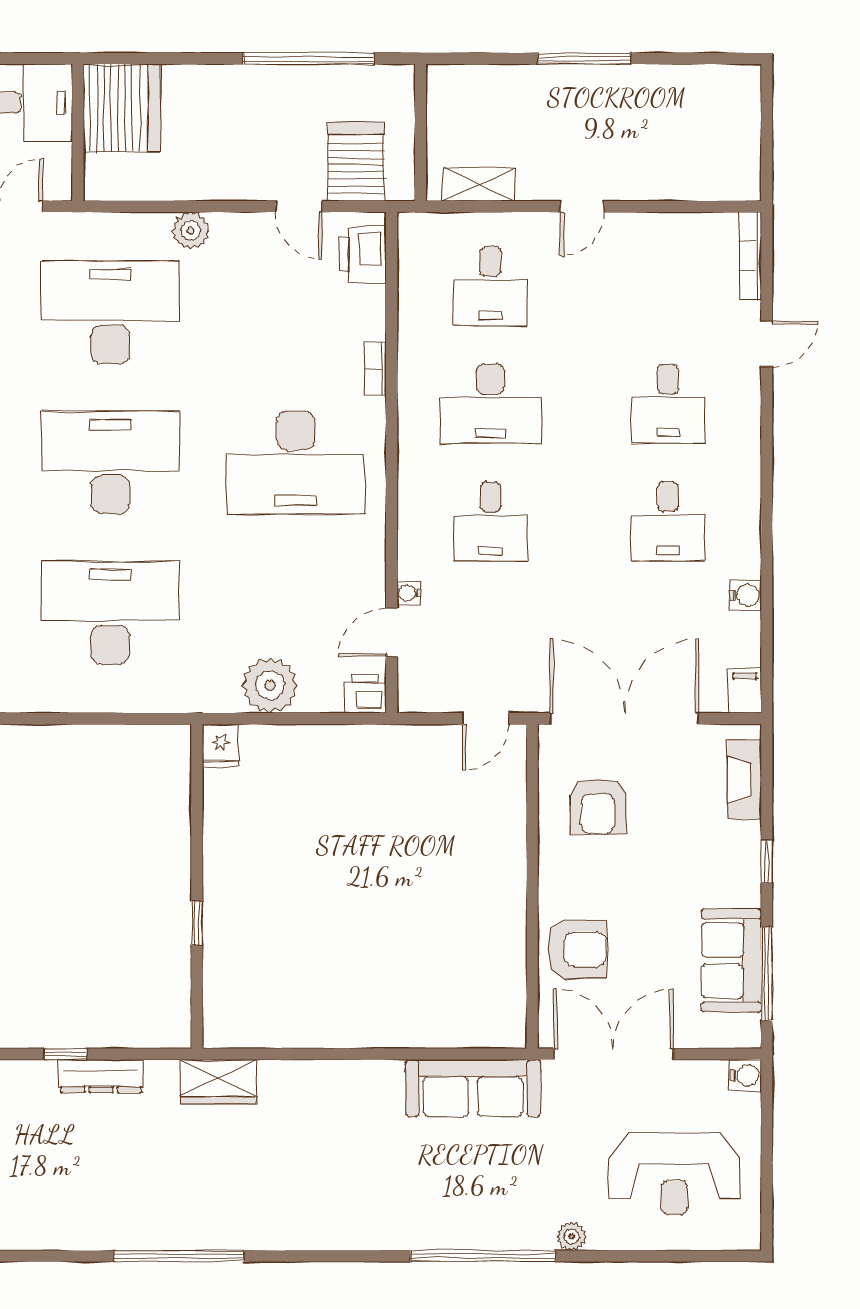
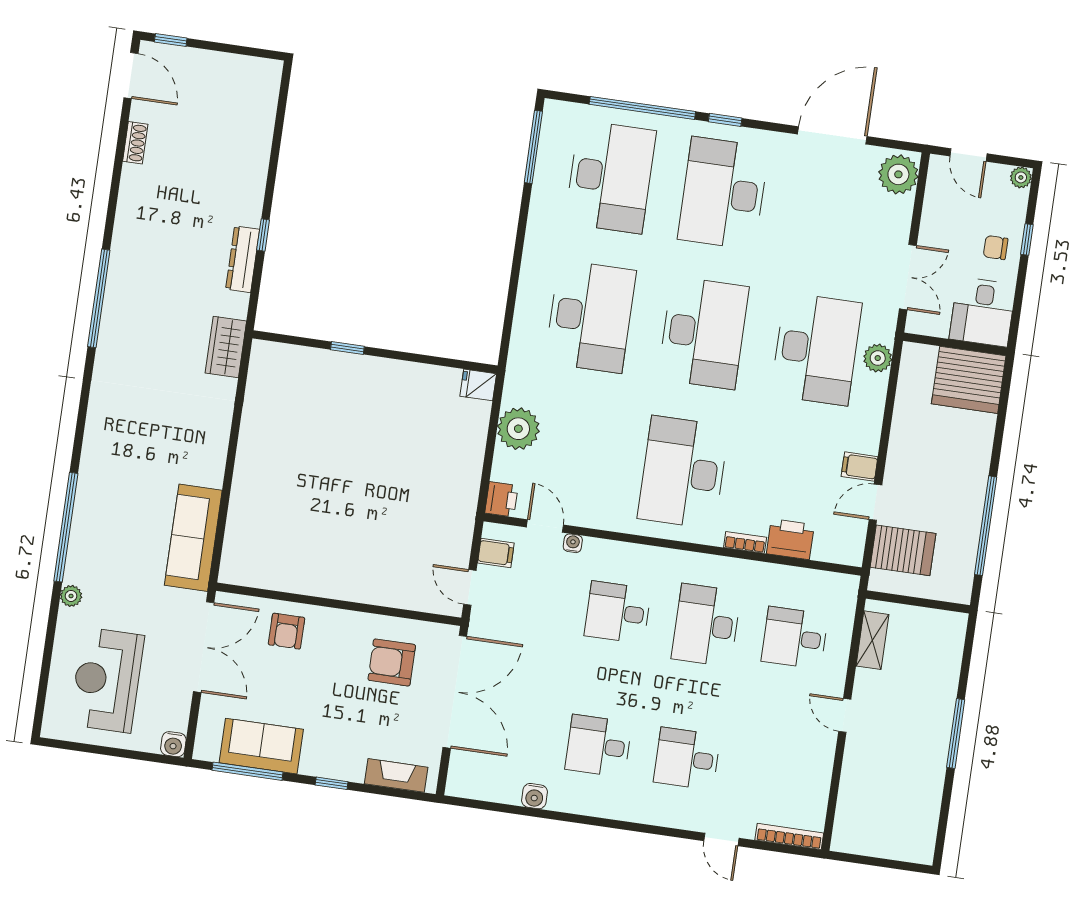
plant: (191, 231) -> (878, 358), moved
filing cabinet: (255, 234) -> (860, 467), added
printer: (363, 254) -> (790, 539), moved
filing cabinet: (745, 691) -> (496, 553), moved
armchair: (577, 949) -> (287, 631), width x0.72, depth x0.72

